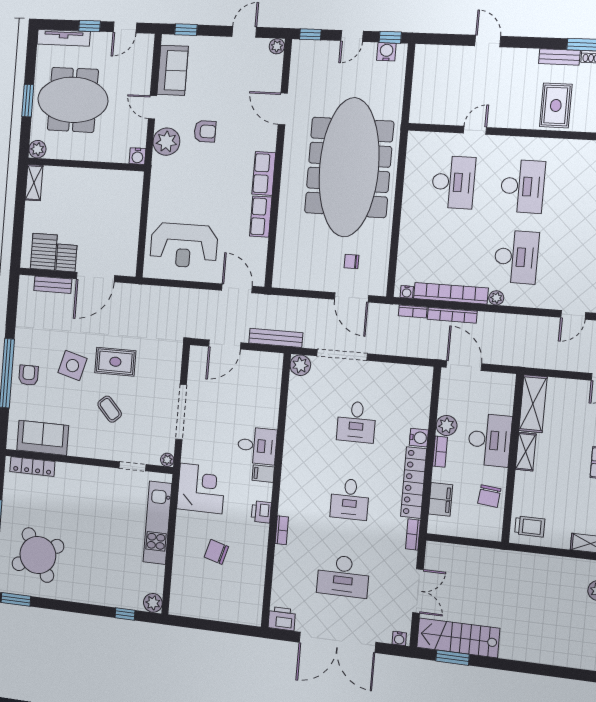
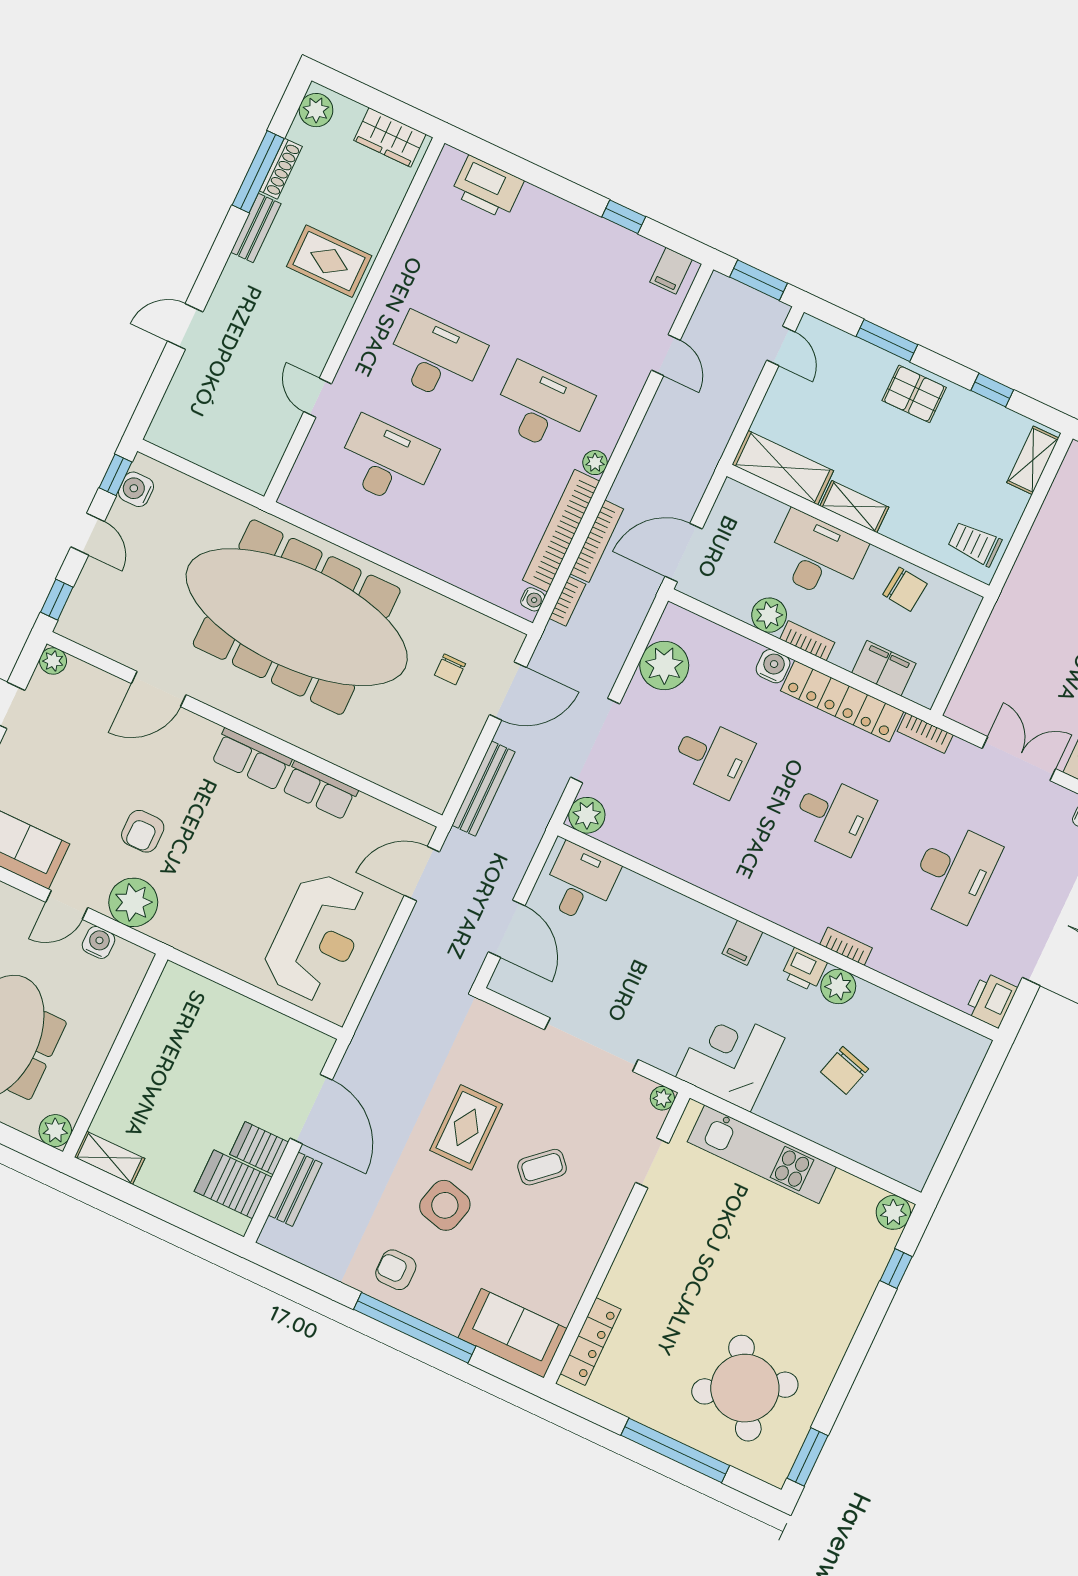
armchair: (205, 131) -> (143, 831), turned 180
water cooler: (137, 156) -> (98, 942), moved, turned -90
bench: (276, 338) -> (483, 789), moved
armchair: (29, 375) -> (396, 1270), moved
plant: (397, 378) -> (664, 666), added
sofa: (43, 438) -> (513, 1333), moved, turned 90
desk: (257, 446) -> (580, 883), moved
trolley: (530, 527) -> (975, 544), turned -90
plant: (259, 533) -> (838, 987), added

